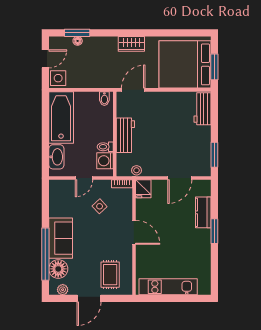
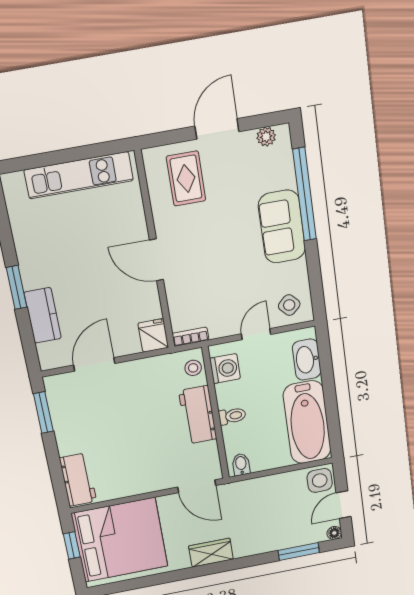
floor lamp: (78, 41) -> (334, 533), moved
window: (214, 67) -> (72, 545), width x0.67
door: (133, 90) -> (197, 486), hinge flipped
toilet: (105, 147) -> (232, 416), moved
stool: (137, 170) -> (193, 368), moved
side table: (100, 206) -> (289, 305), moved
floor lamp: (58, 269) -> (279, 172), removed

